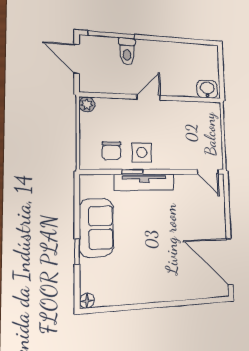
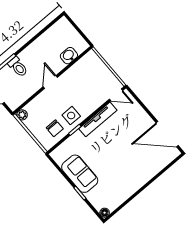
washbasin: (207, 89) -> (69, 56), moved
tv unit: (144, 182) -> (98, 119), moved

